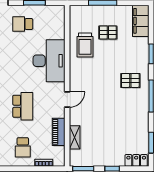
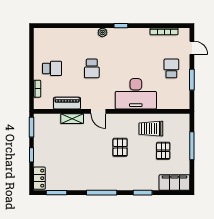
pallet: (130, 80) -> (120, 147), moved
school desk: (23, 106) -> (92, 68), width x0.54
shelving: (75, 137) -> (72, 119), moved
school desk: (23, 147) -> (52, 68), turned 180

